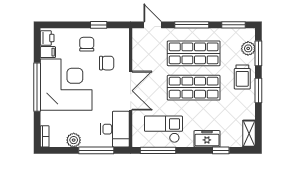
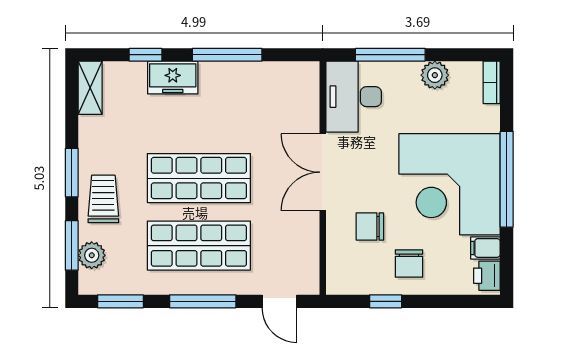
checkout: (163, 129) -> (258, 96), removed
window: (158, 150) -> (227, 55), moved

